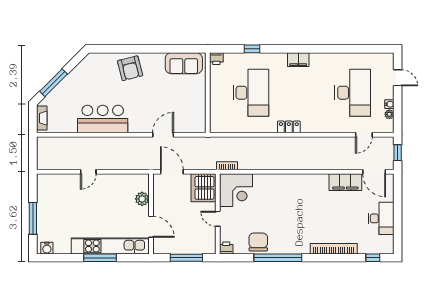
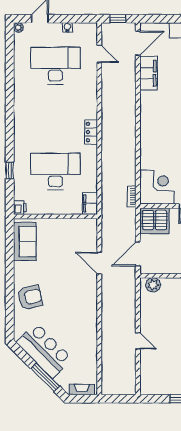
filing cabinet: (298, 60) -> (90, 203), moved, turned 180
plant: (389, 114) -> (18, 27), moved
bar counter: (103, 119) -> (44, 350), moved, turned 135
plant: (142, 199) -> (153, 285), moved

